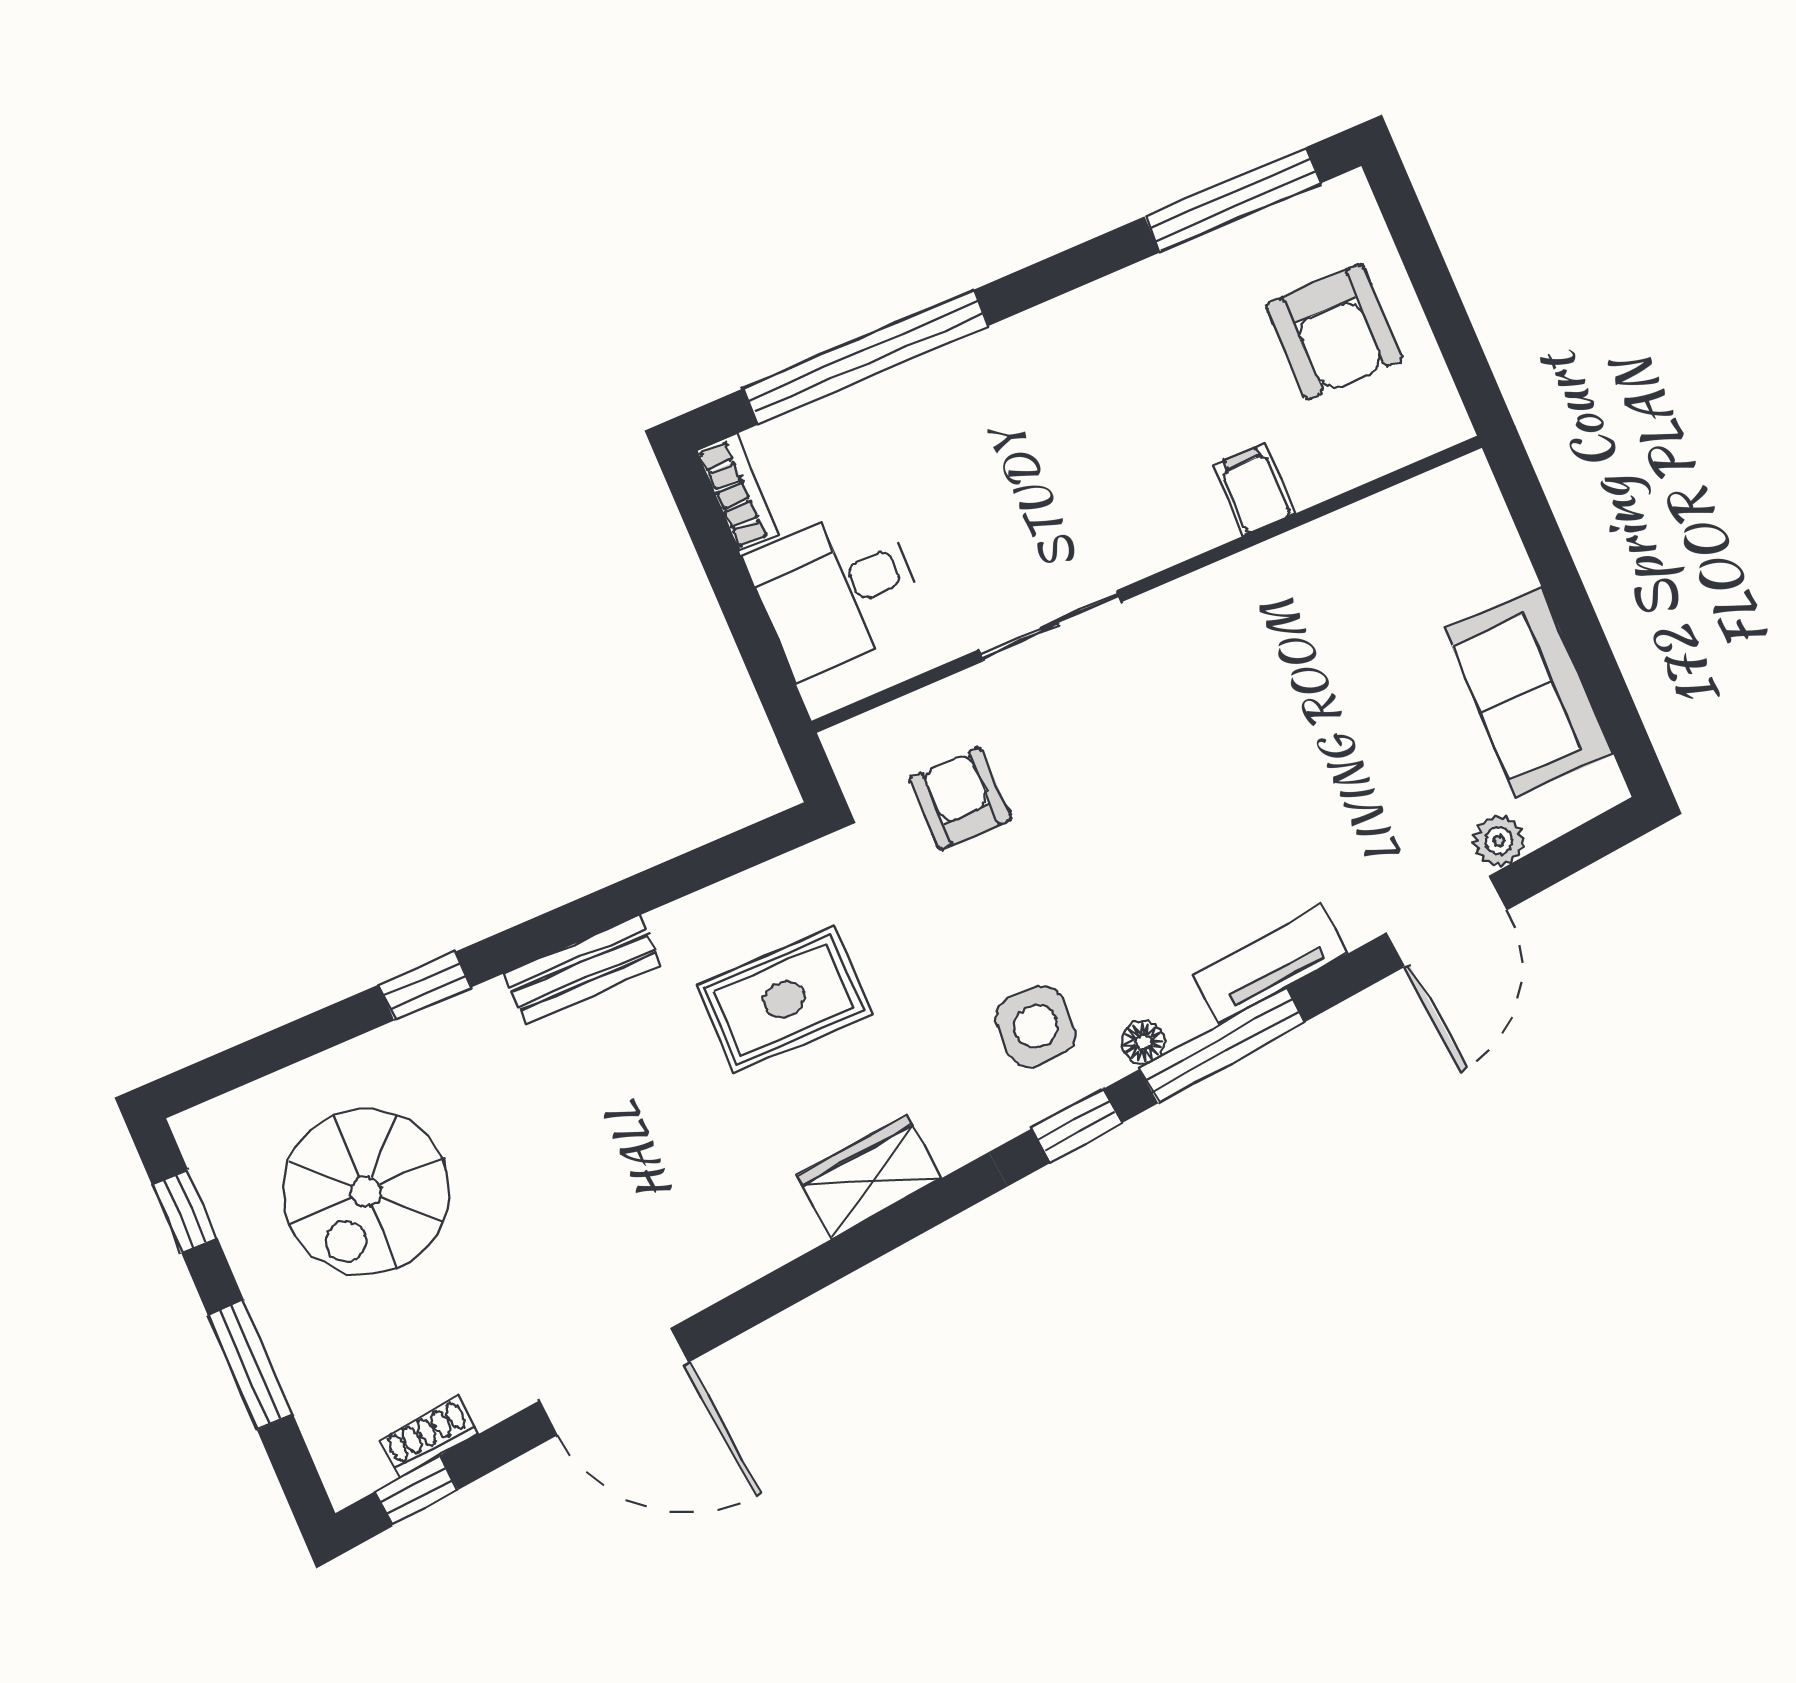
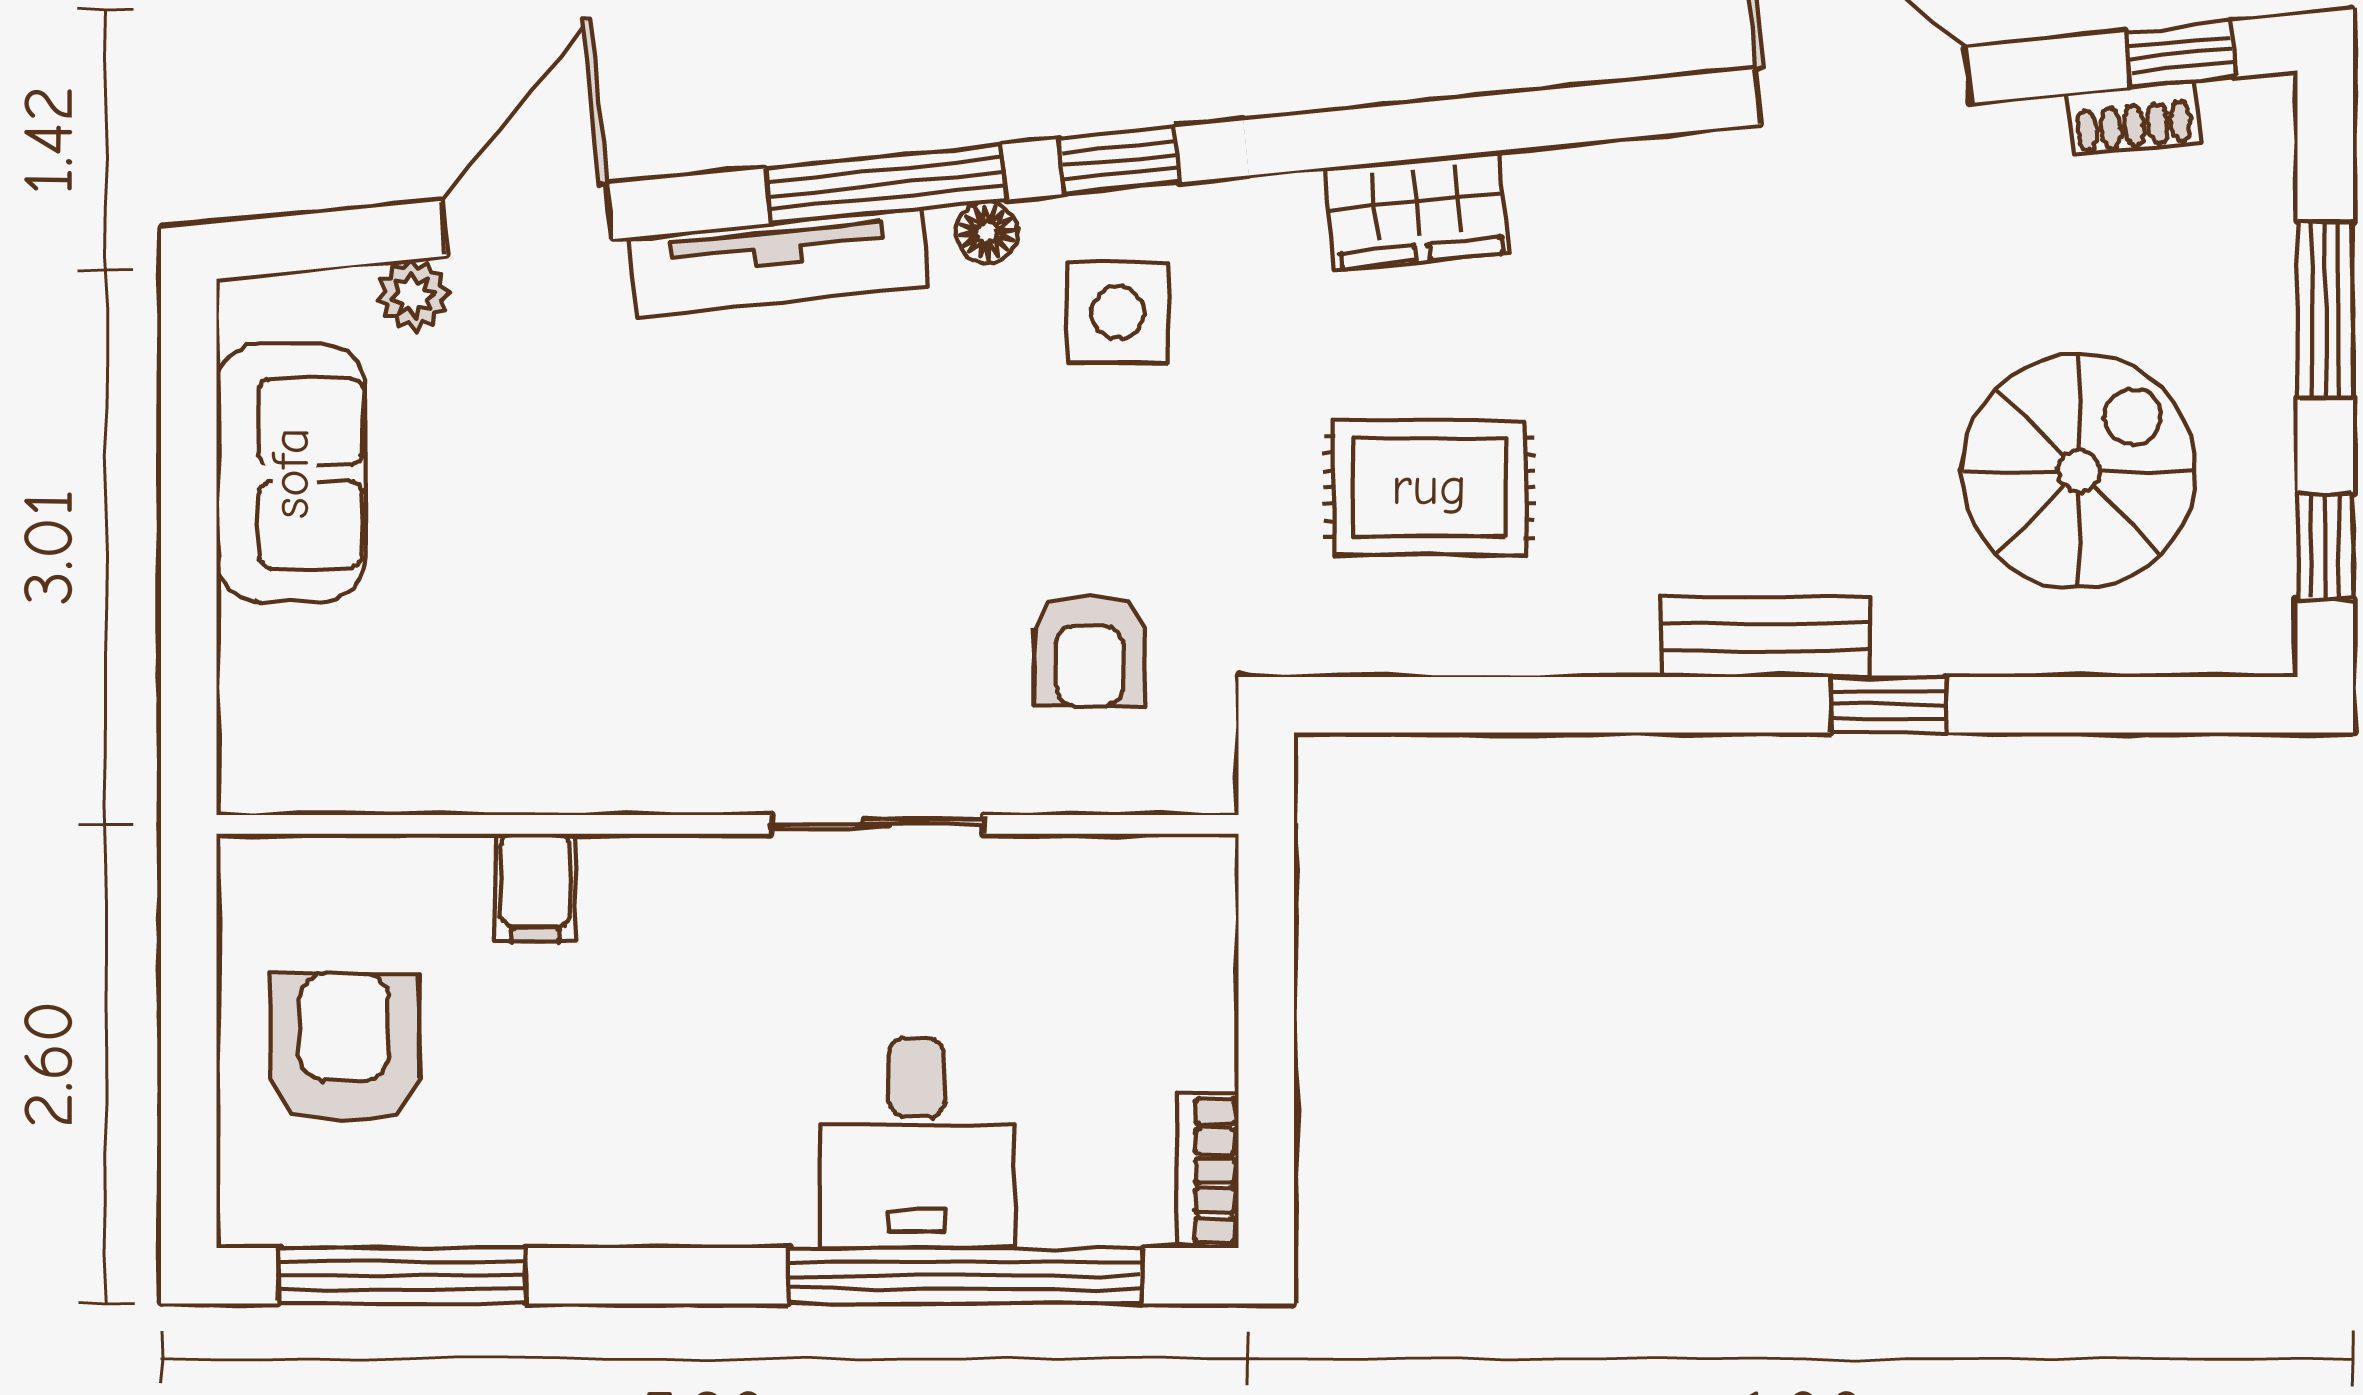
desk: (837, 591) -> (917, 1143), moved, turned 90
tv unit: (1270, 964) -> (779, 263), width x1.41
bench: (583, 970) -> (1765, 637), moved

